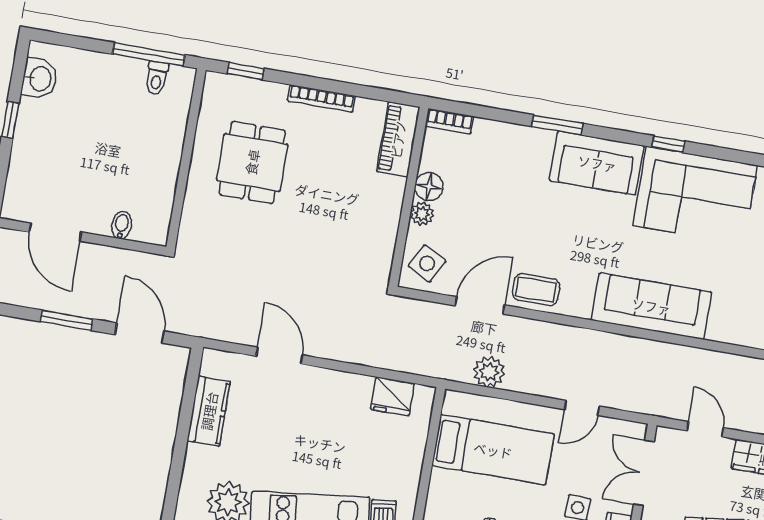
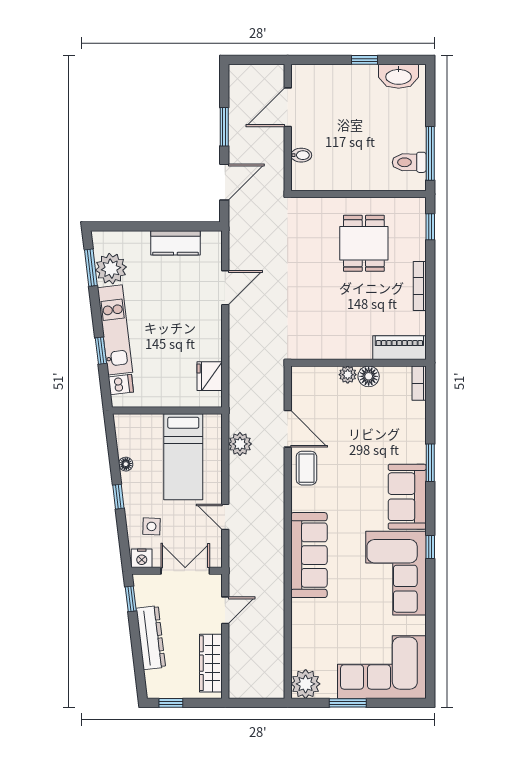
toilet: (157, 78) -> (409, 162), width x1.37, depth x1.39
washbasin: (40, 79) -> (399, 76), width x1.38
dining table: (252, 162) -> (364, 243), turned 90
side table: (427, 263) -> (312, 385), removed

